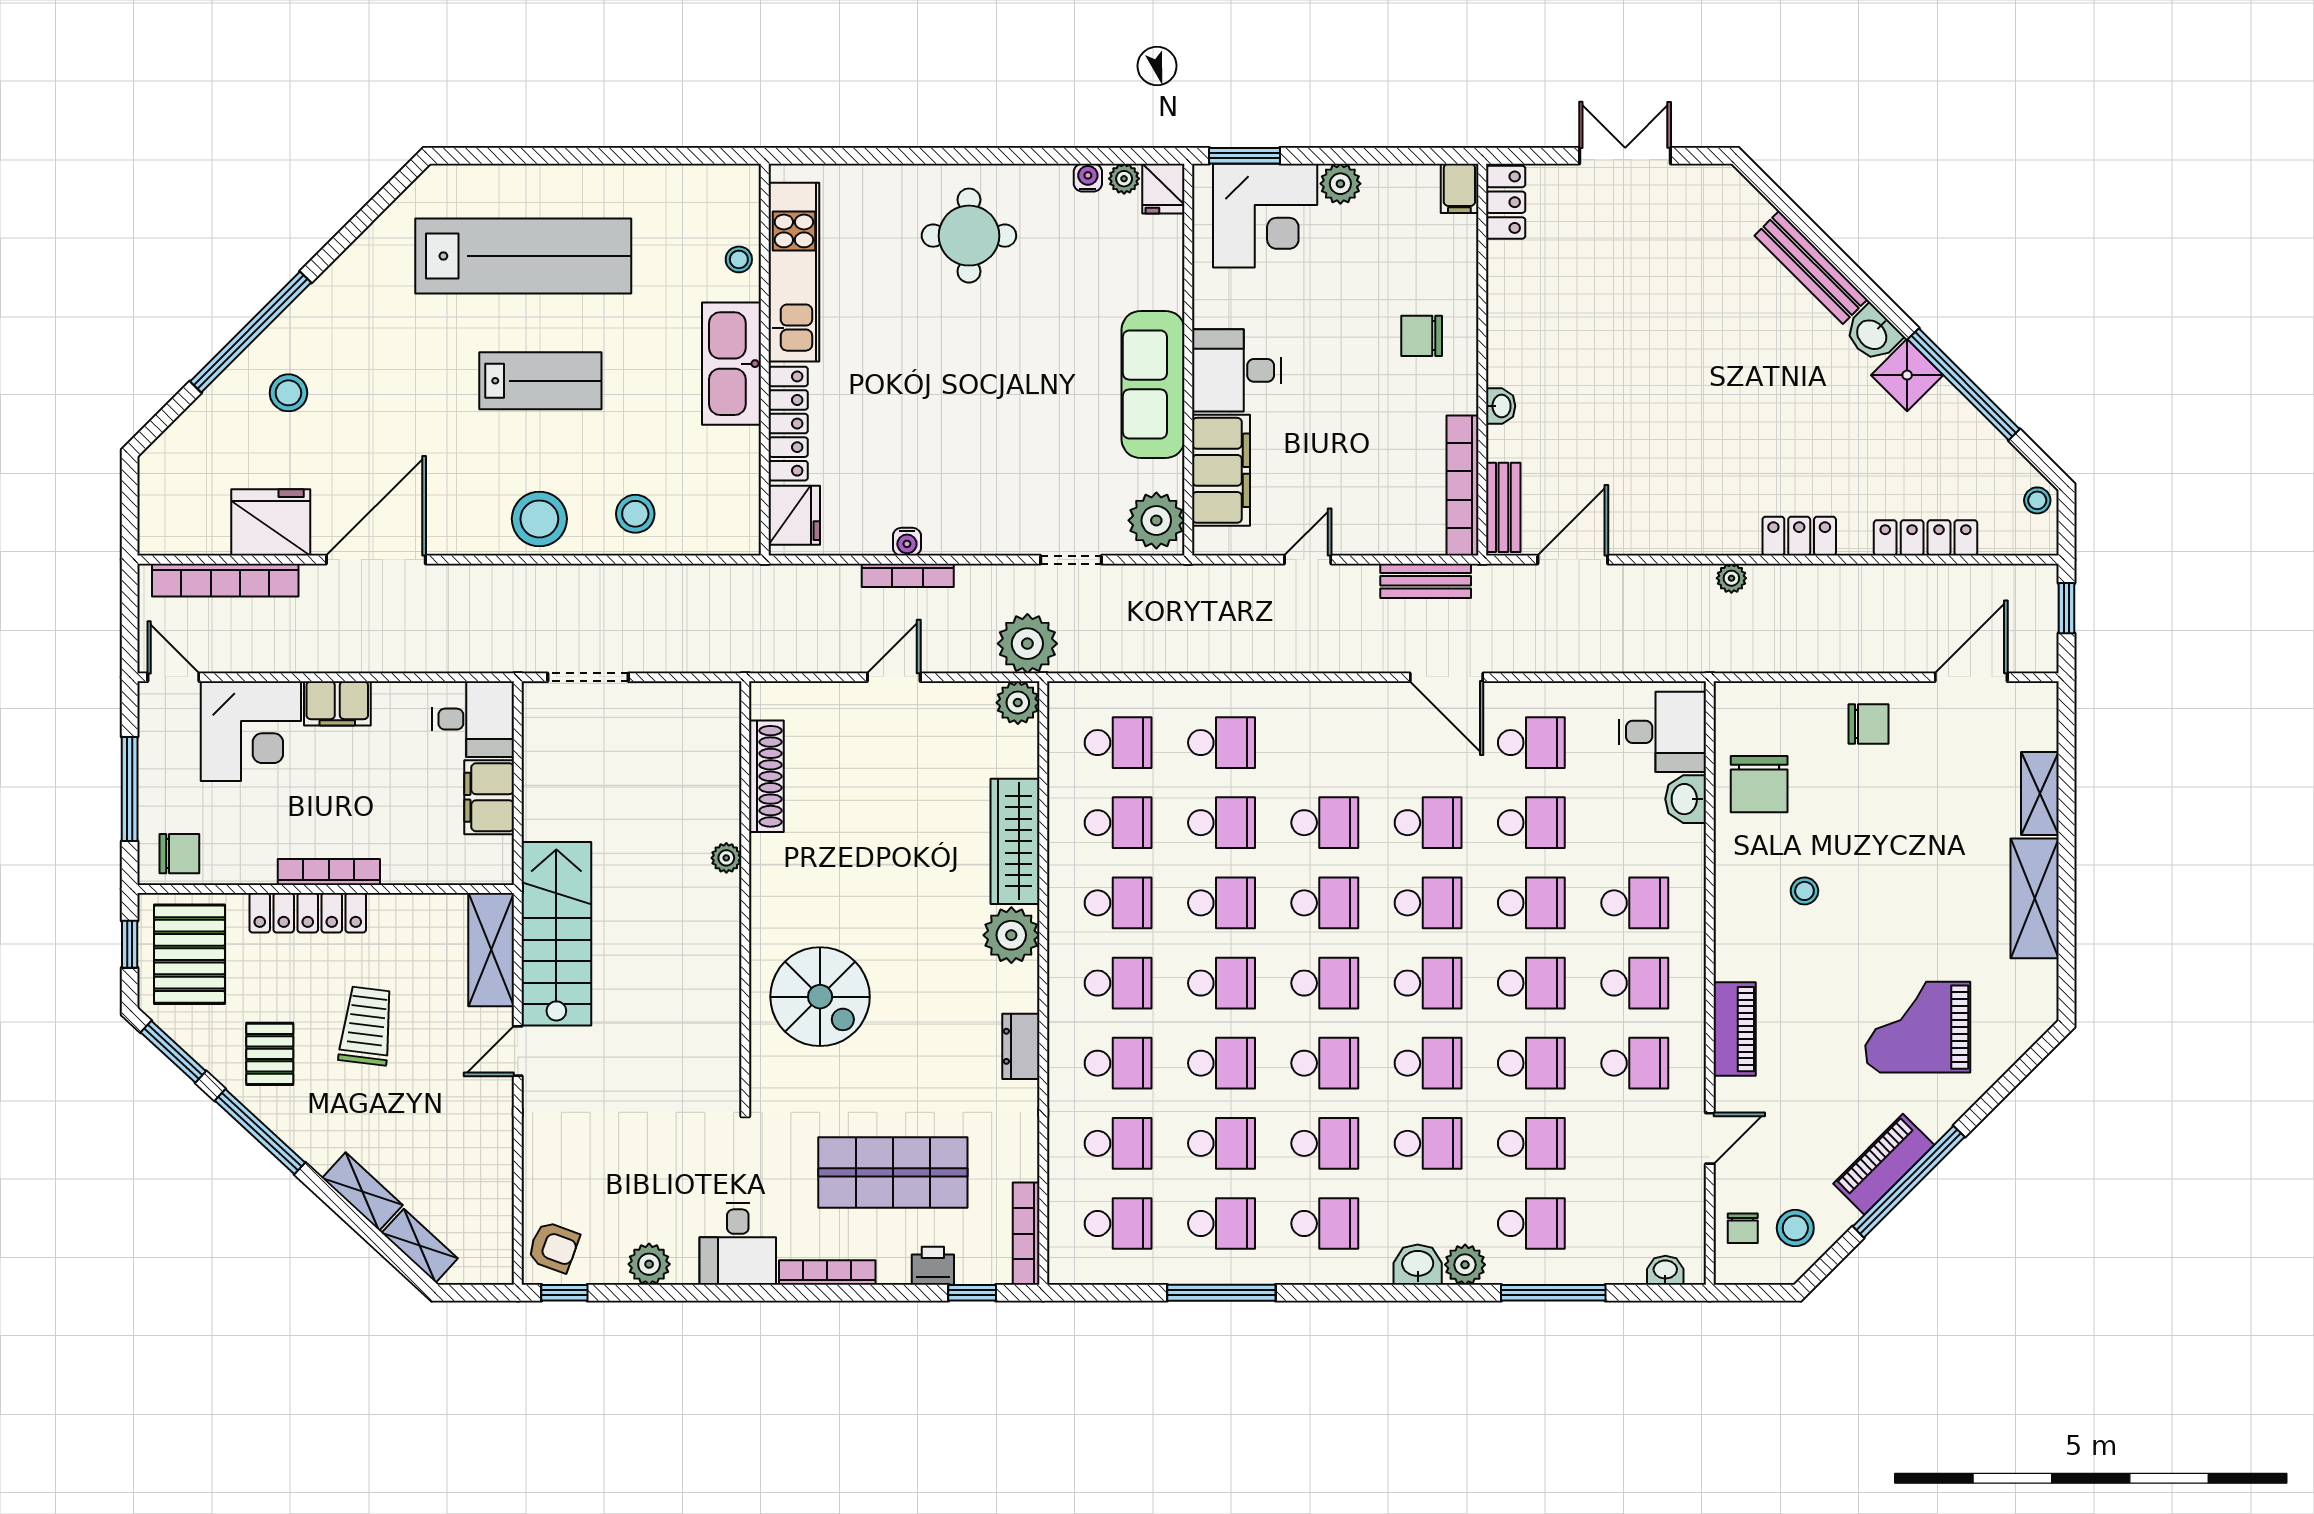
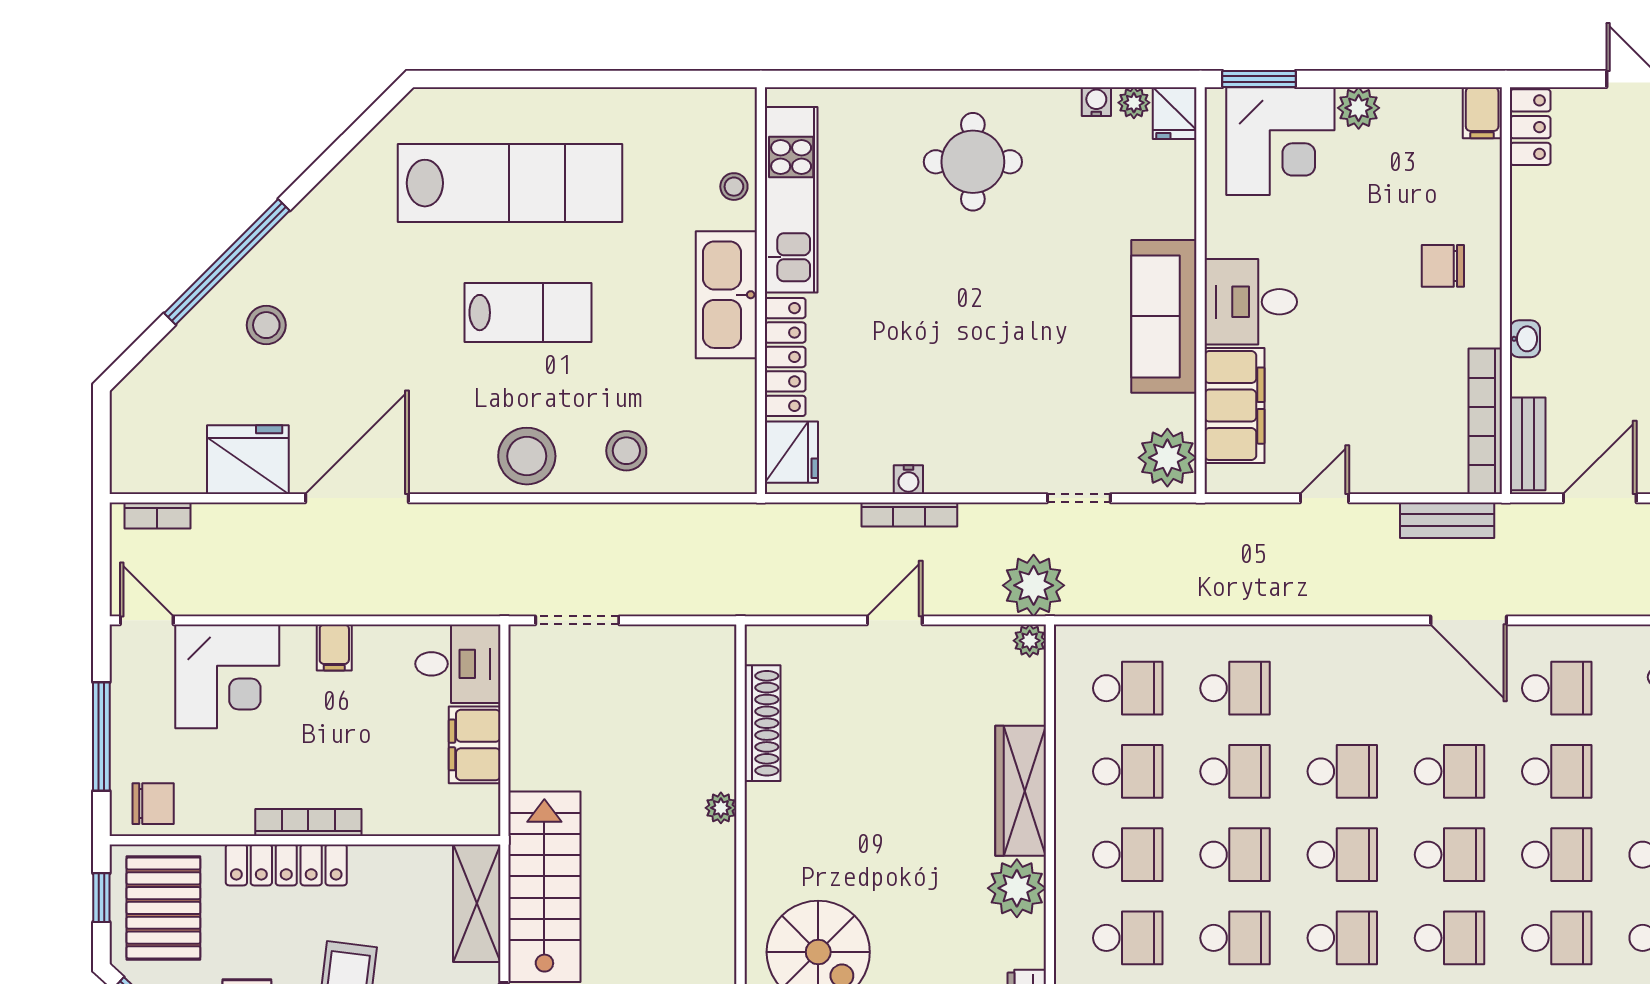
bookcase: (225, 580) -> (157, 515), width x0.43, depth x0.76
filing cabinet: (337, 703) -> (334, 647), width x0.50
plant: (1018, 703) -> (1030, 641), width x0.73, depth x0.73

